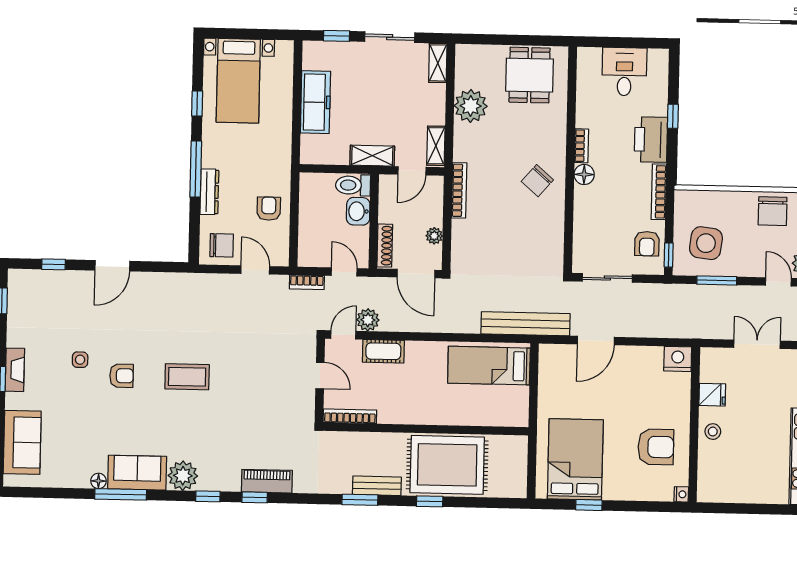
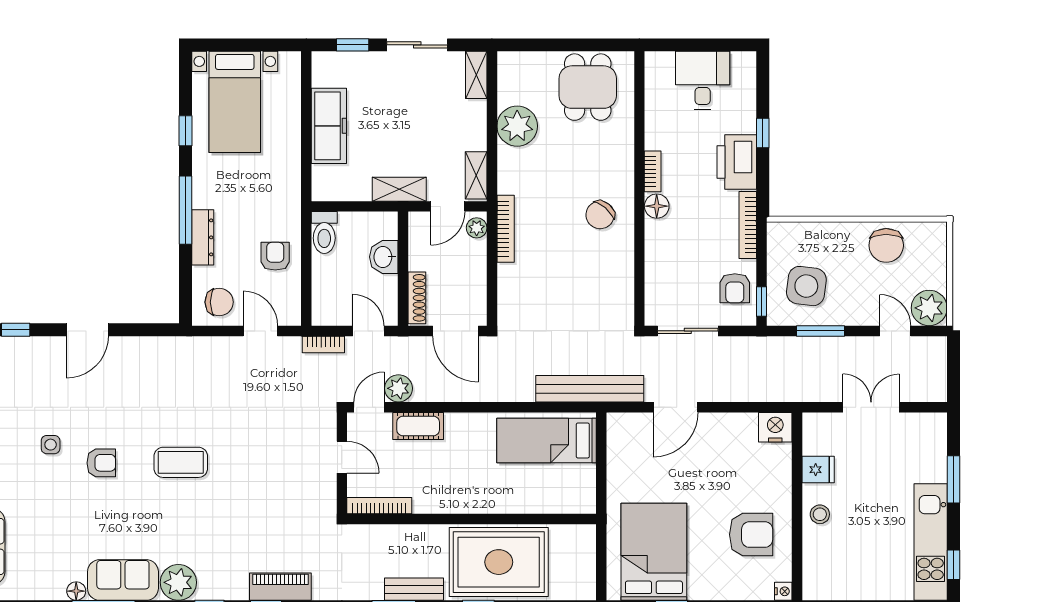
toilet: (353, 185) -> (324, 233), moved, turned -90
plant: (434, 236) -> (477, 228), moved

